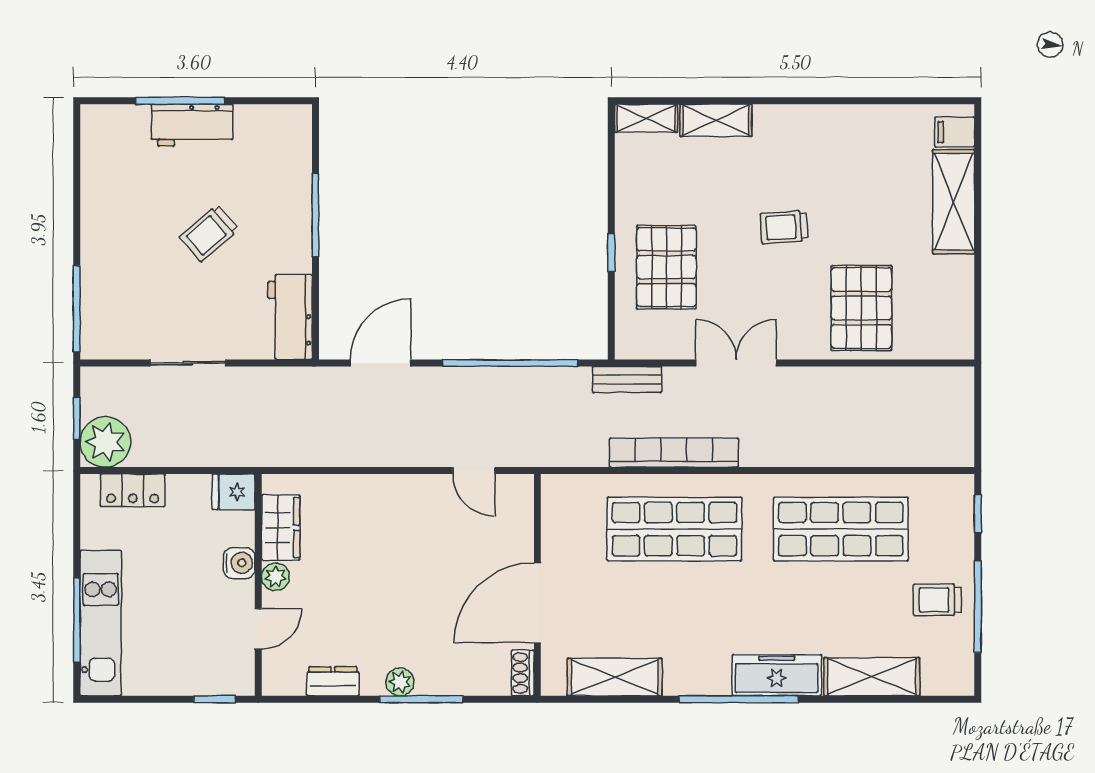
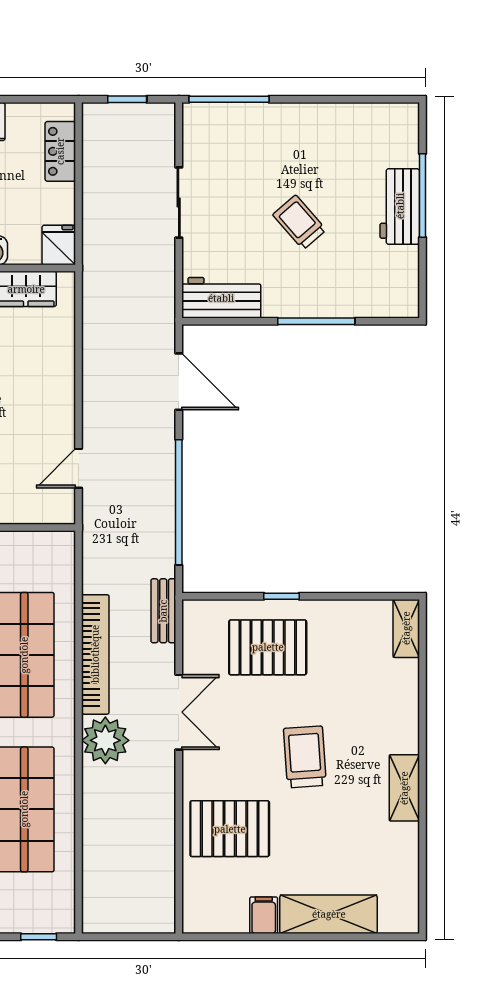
shelving: (716, 120) -> (404, 788), moved
filing cabinet: (955, 132) -> (264, 915), moved
trolley: (784, 227) -> (305, 757), width x1.36, depth x1.39
plant: (105, 442) -> (105, 740), moved

